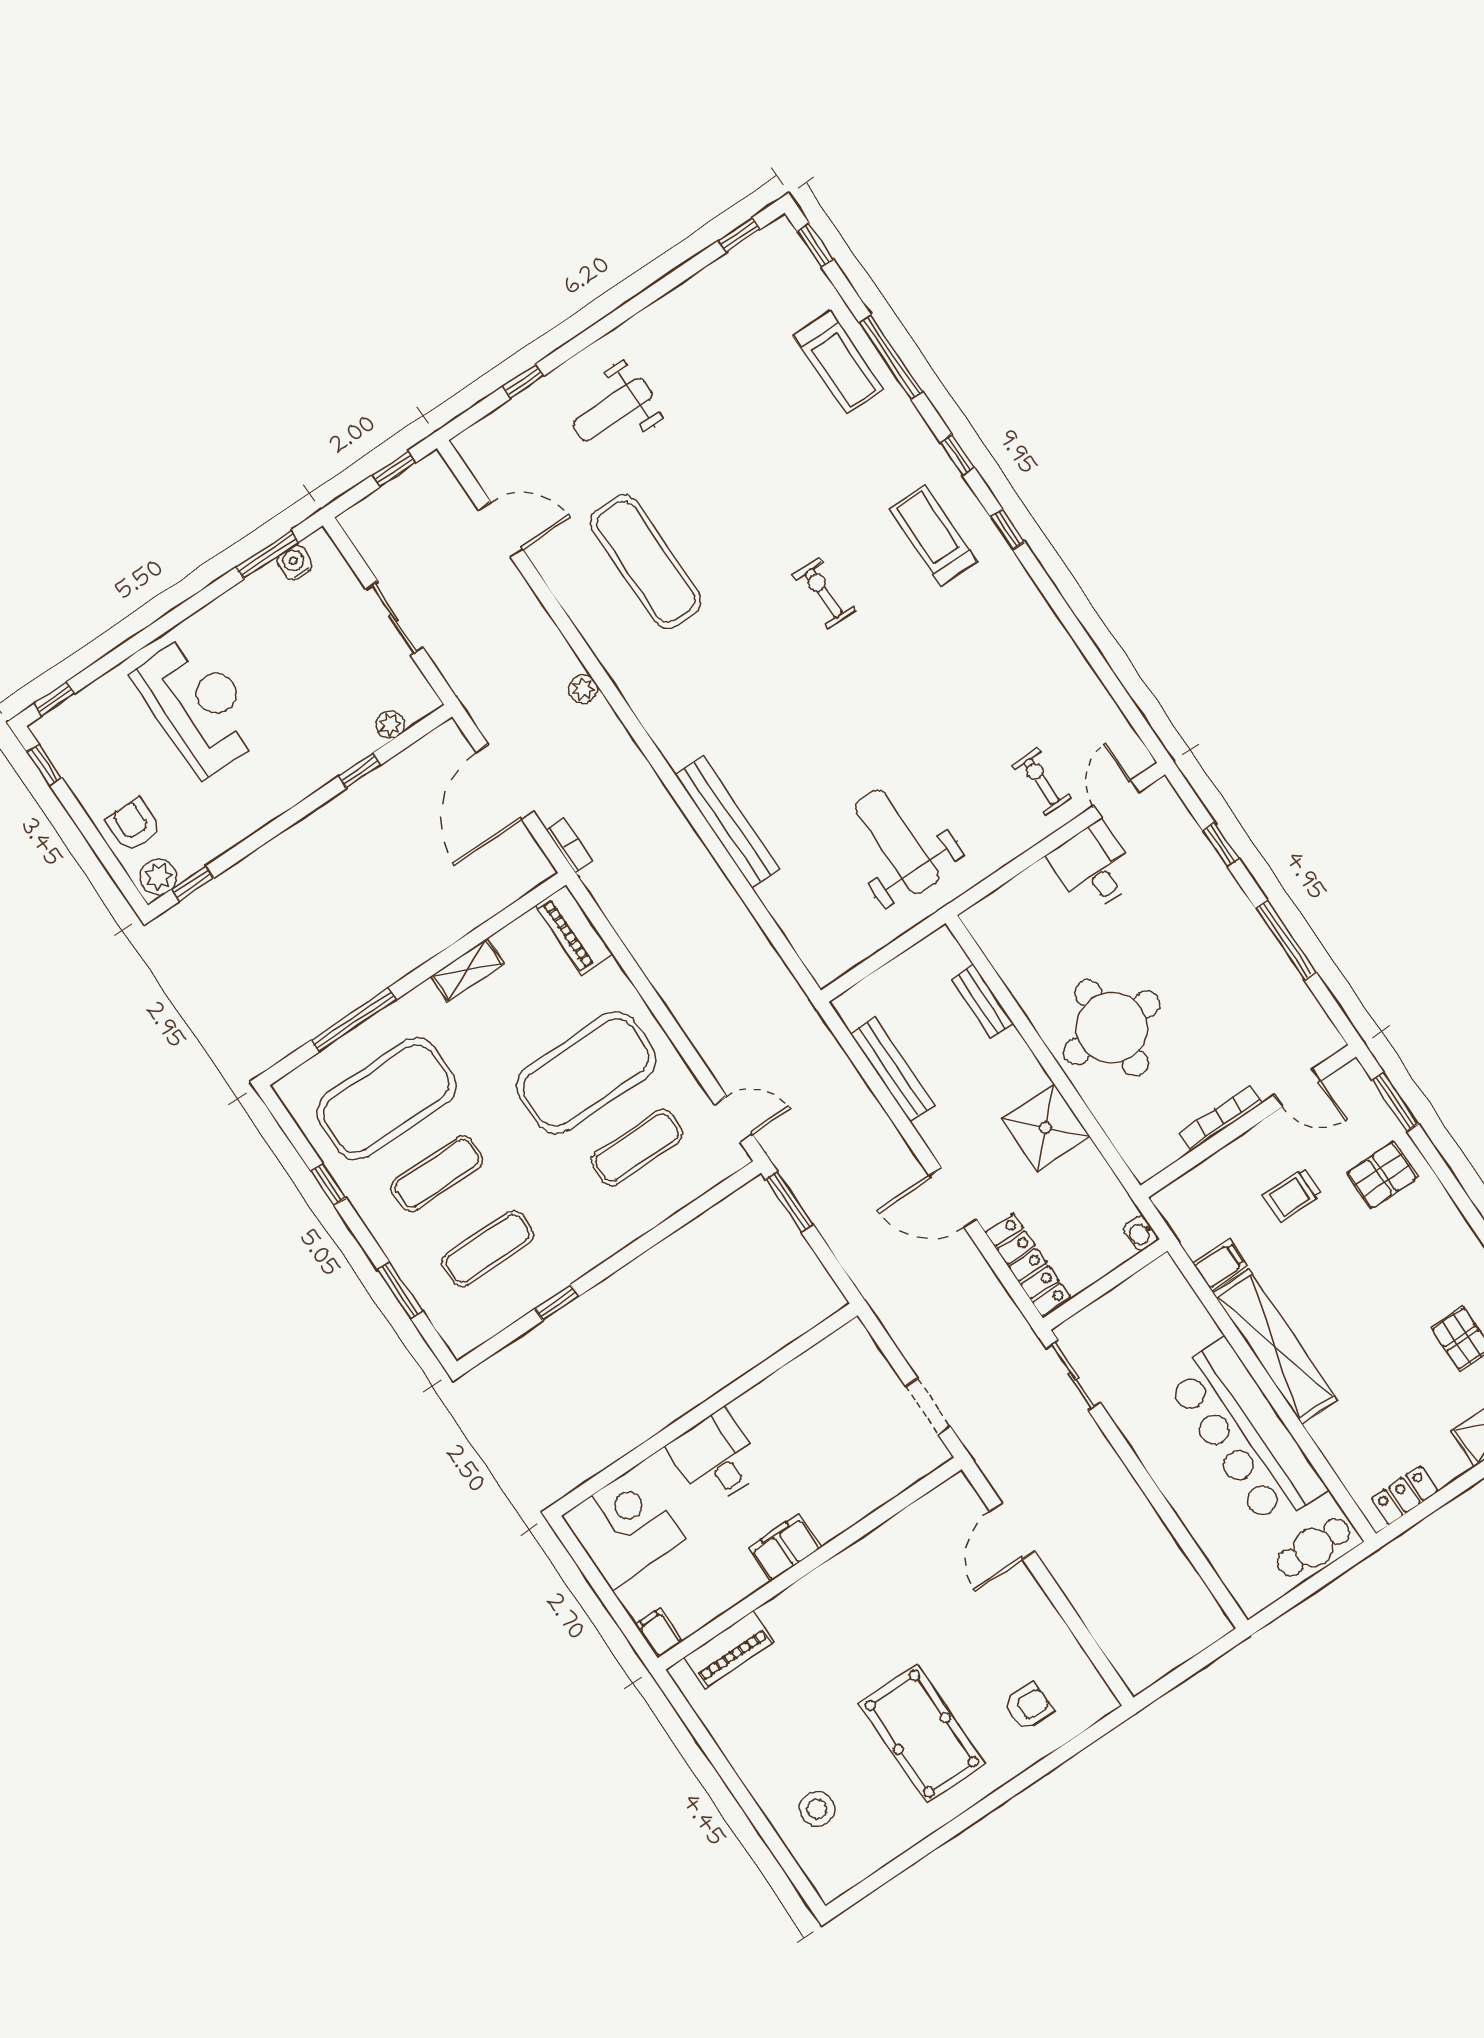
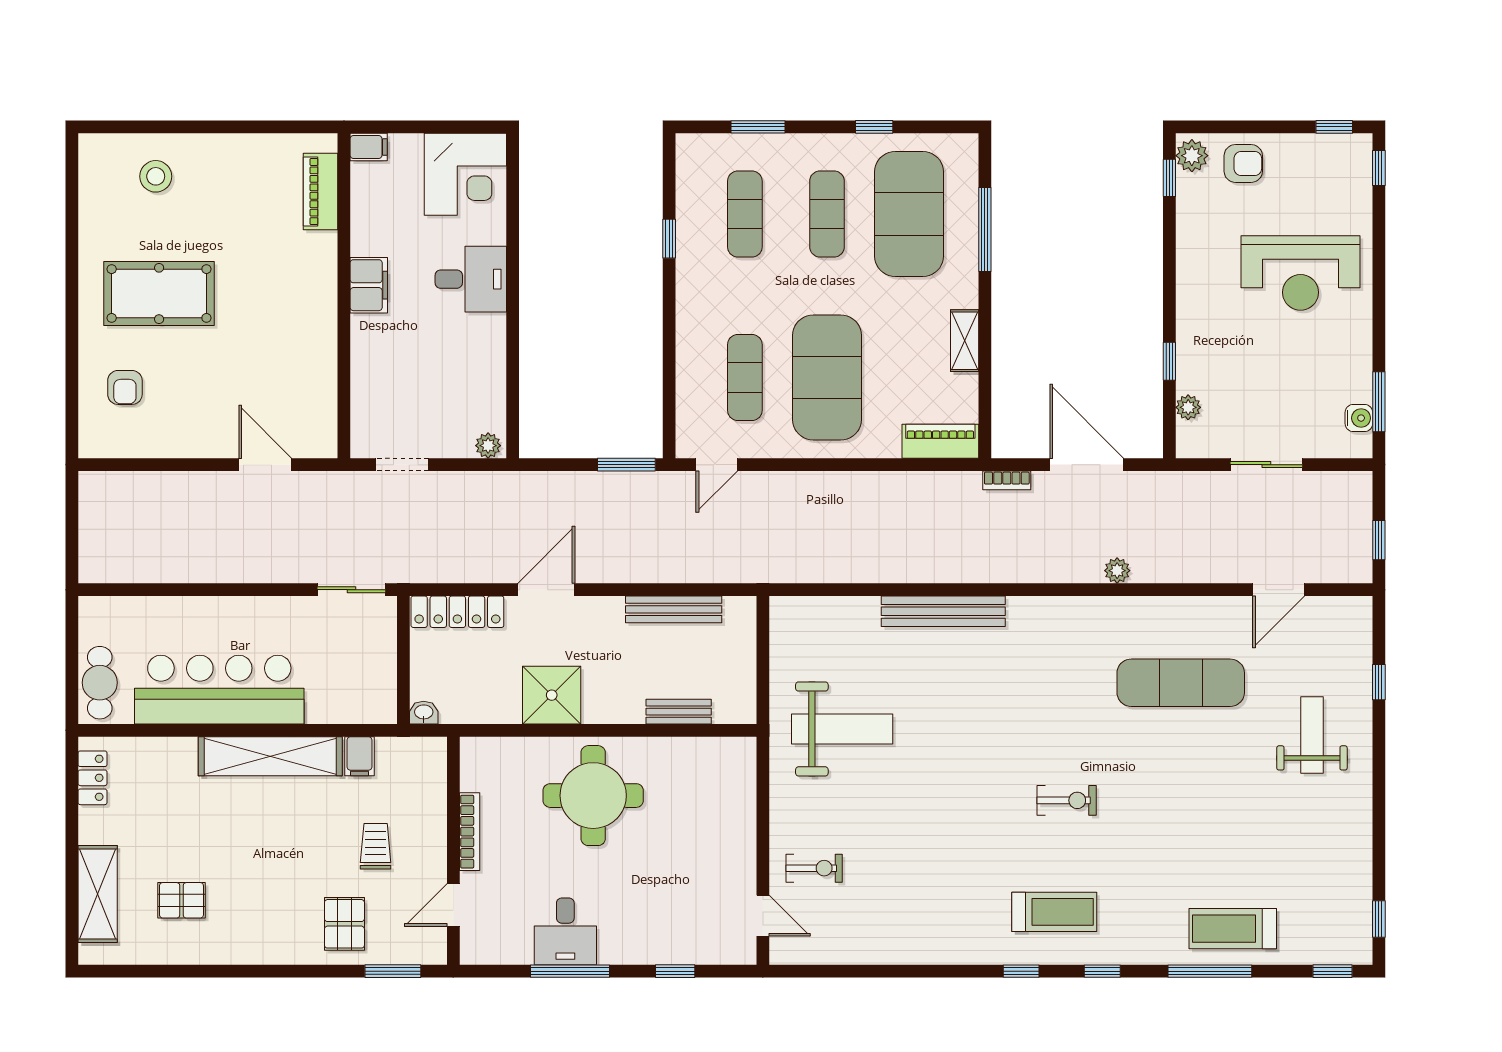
desk: (1093, 867) -> (565, 931), moved, turned 90
plant: (857, 1340) -> (488, 446), added

